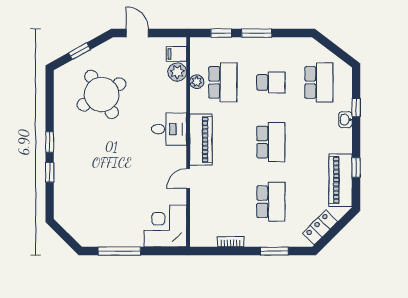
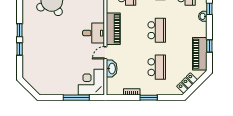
desk: (169, 129) -> (94, 33), moved
washbasin: (198, 204) -> (112, 69), added
window: (119, 251) -> (76, 98), moved
window: (274, 251) -> (149, 98), moved

